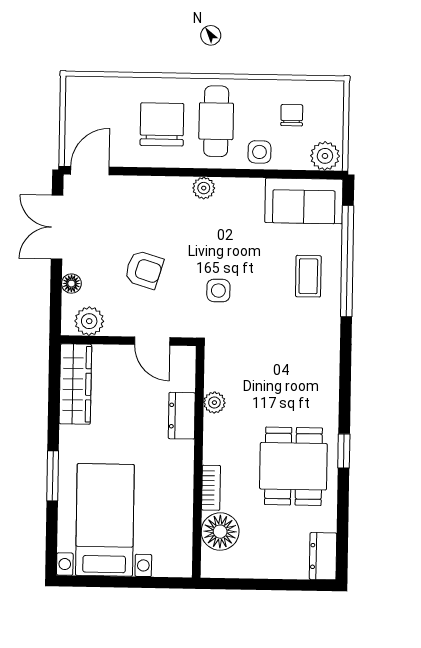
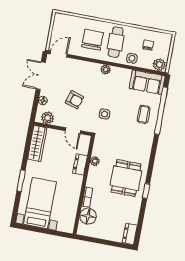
dining table: (293, 466) -> (126, 178), moved

